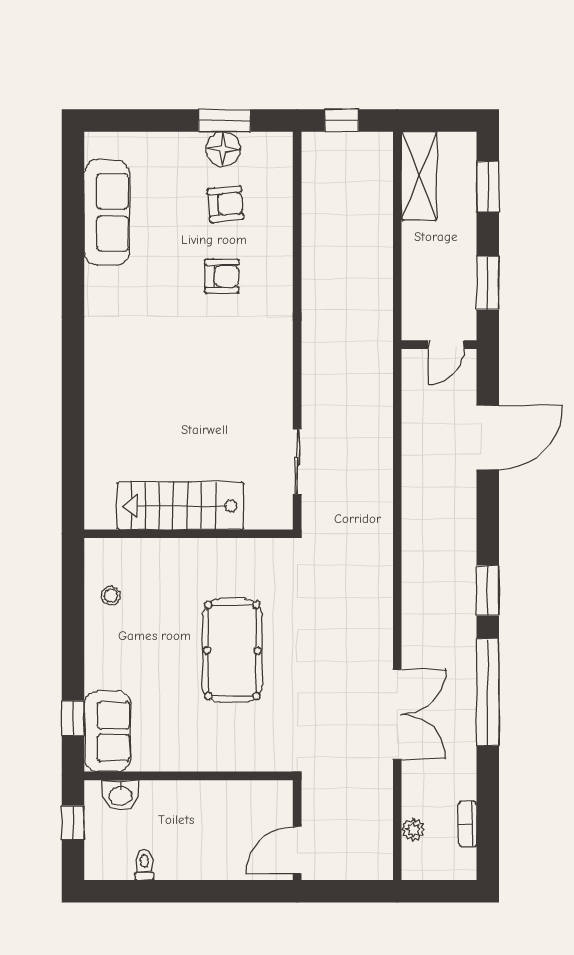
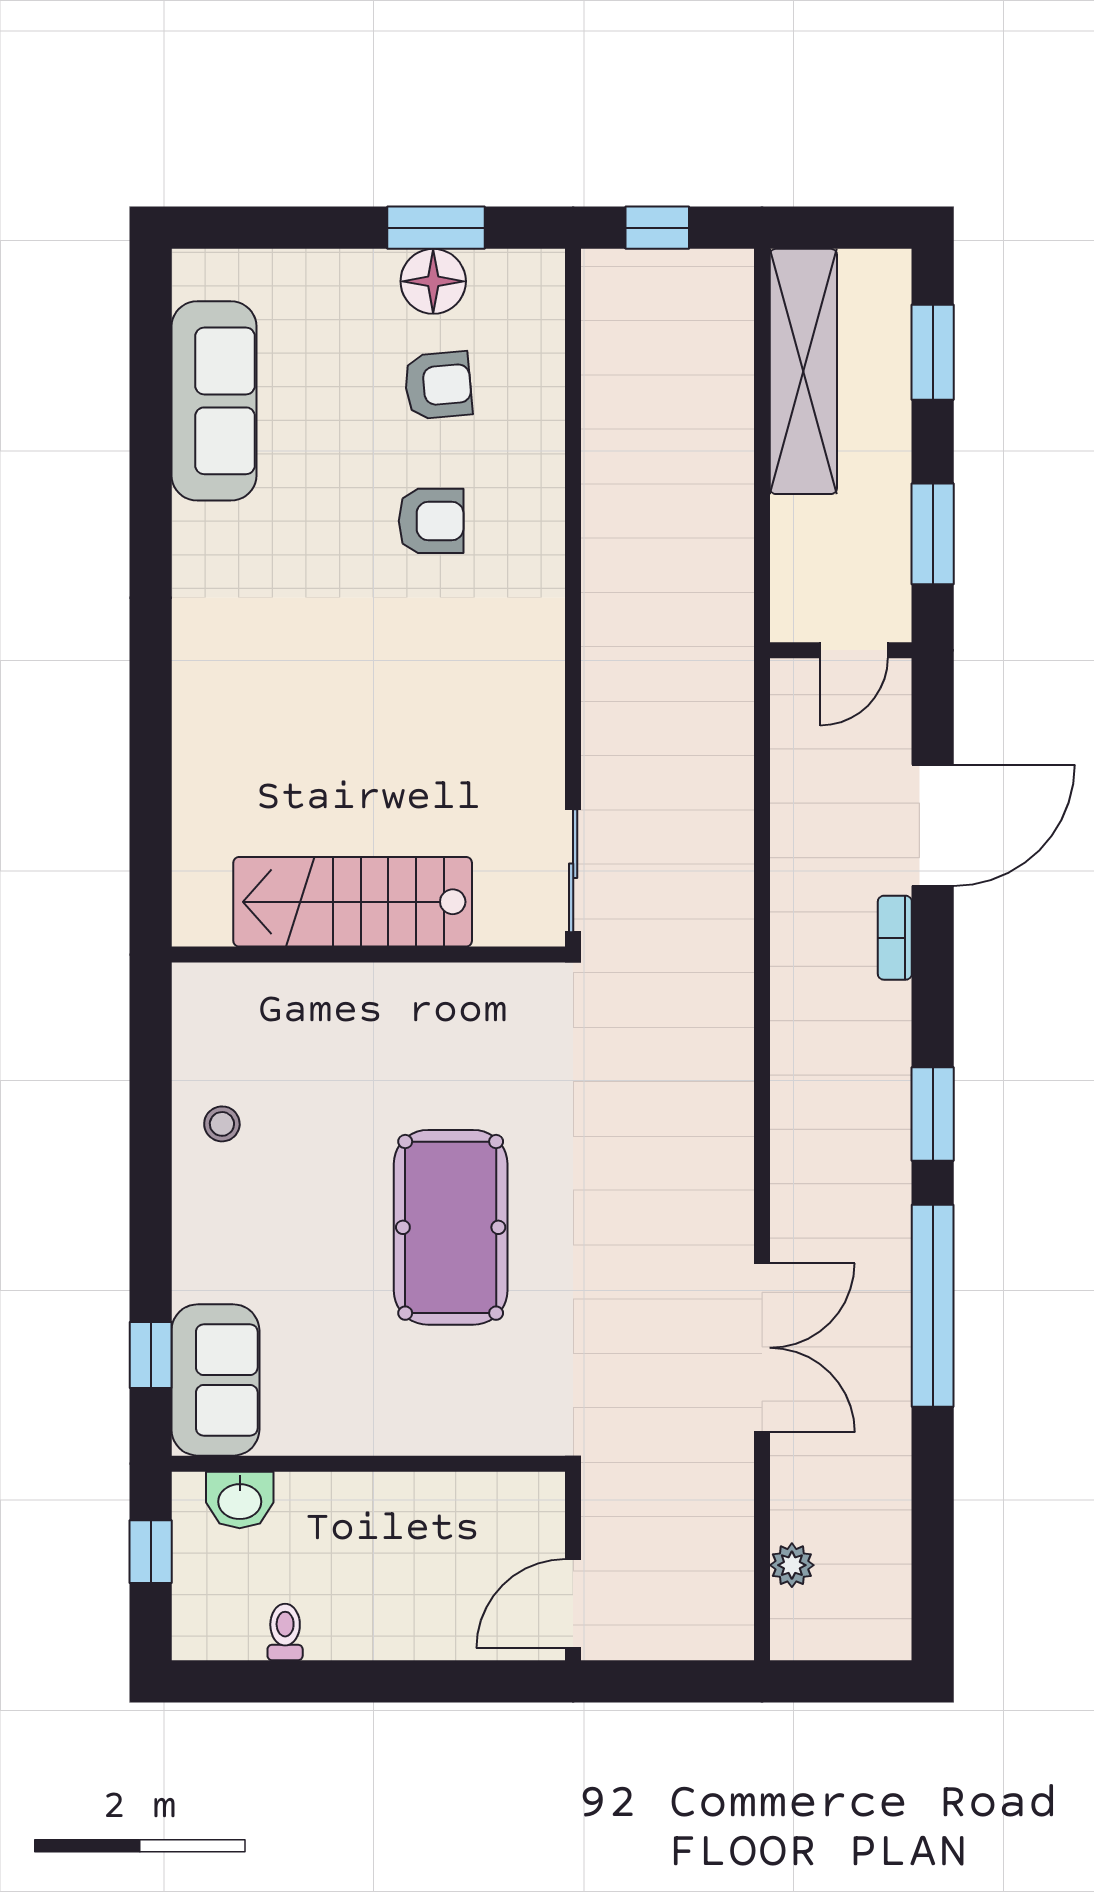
shelving: (419, 176) -> (803, 371), width x1.47
stairs: (180, 506) -> (353, 902), moved
wall: (189, 534) -> (368, 955), moved
bookcase: (468, 824) -> (895, 938), moved

